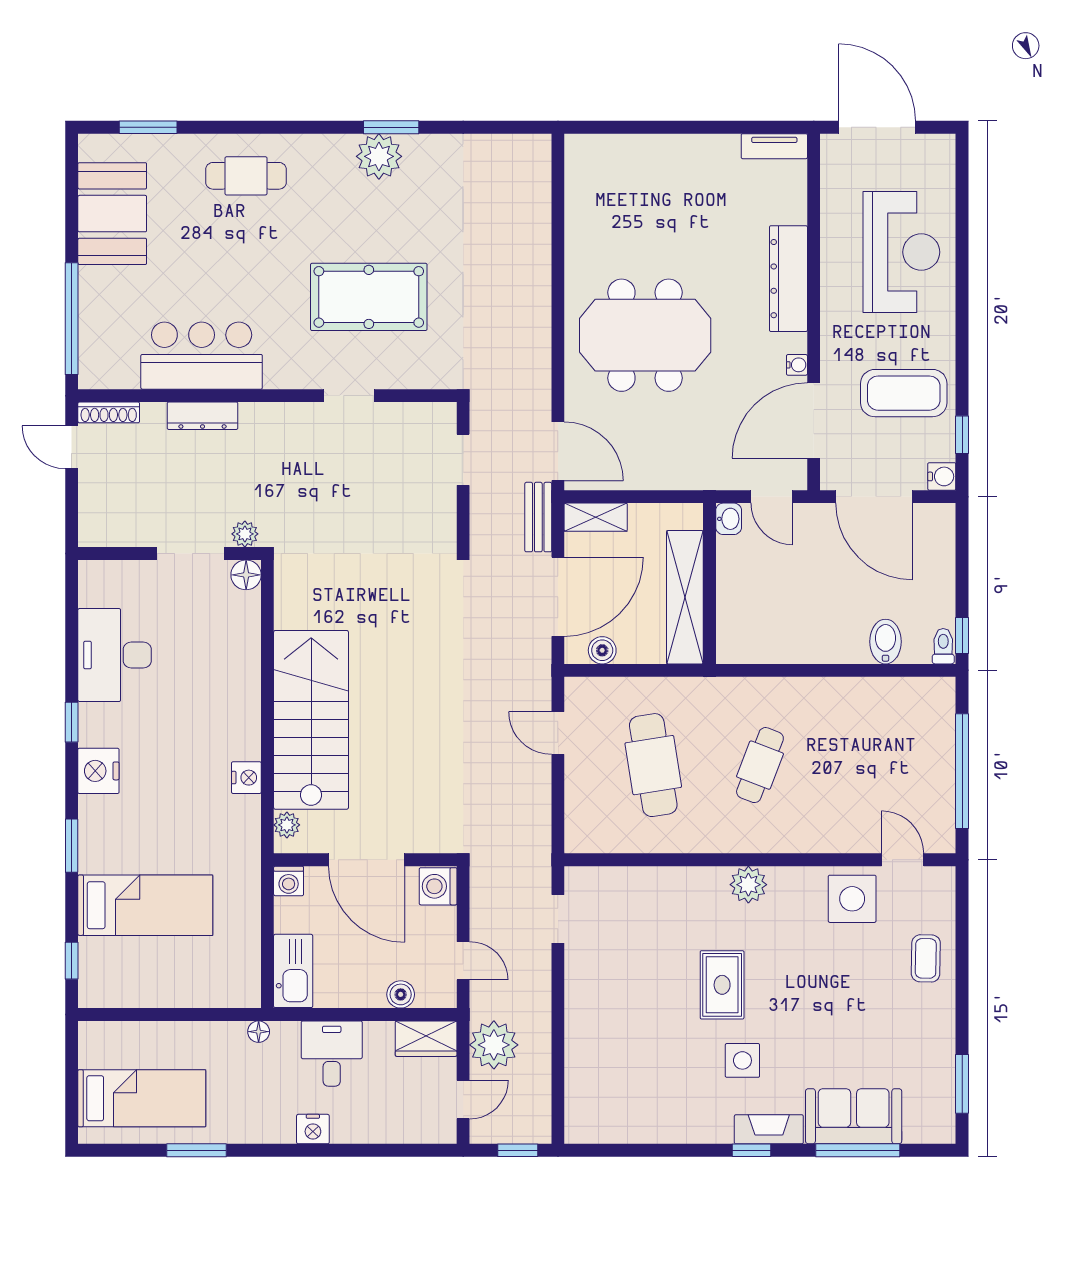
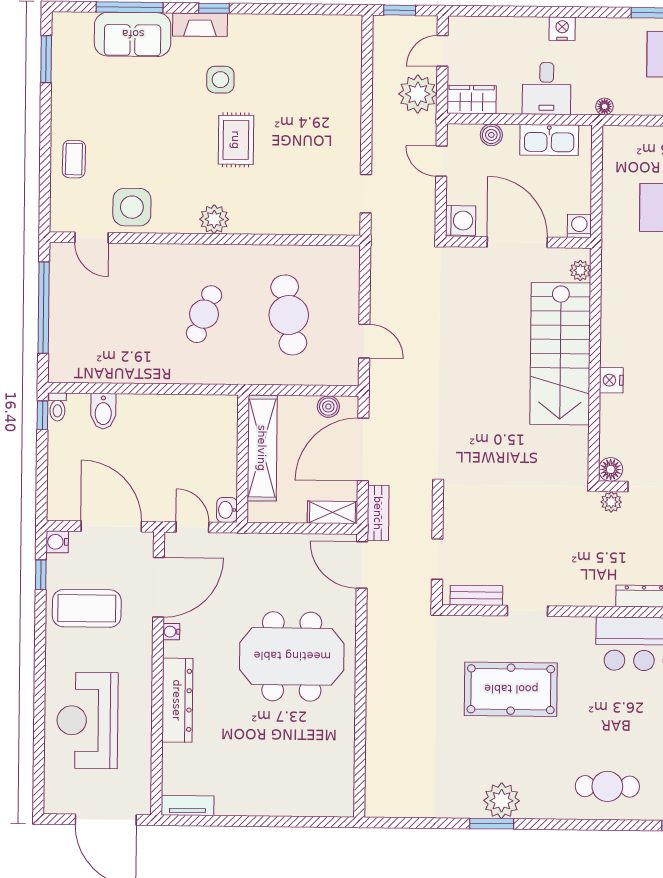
bench: (413, 415) -> (476, 595), added
nightstand: (246, 778) -> (611, 380), moved
kitchen sink: (293, 971) -> (549, 140), moved, turned -90

